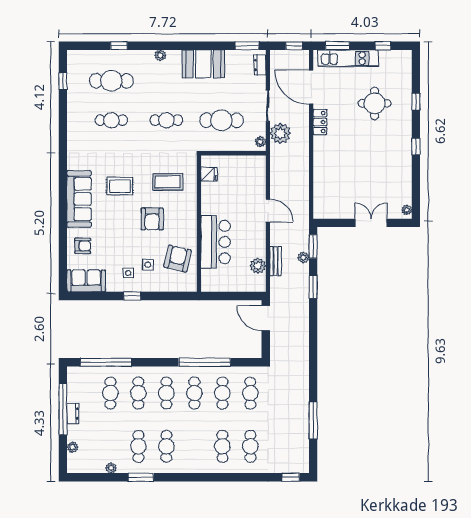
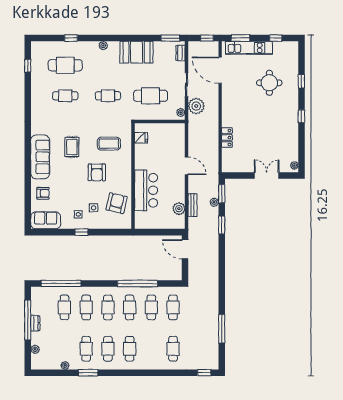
locker: (320, 122) -> (227, 137), moved
rug: (120, 186) -> (72, 147), turned 90
cafe table: (222, 446) -> (130, 349), moved

